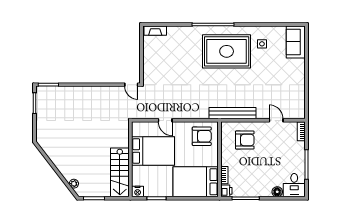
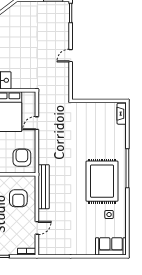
door: (131, 85) -> (71, 56), moved
armchair: (202, 136) -> (22, 158), turned 180

